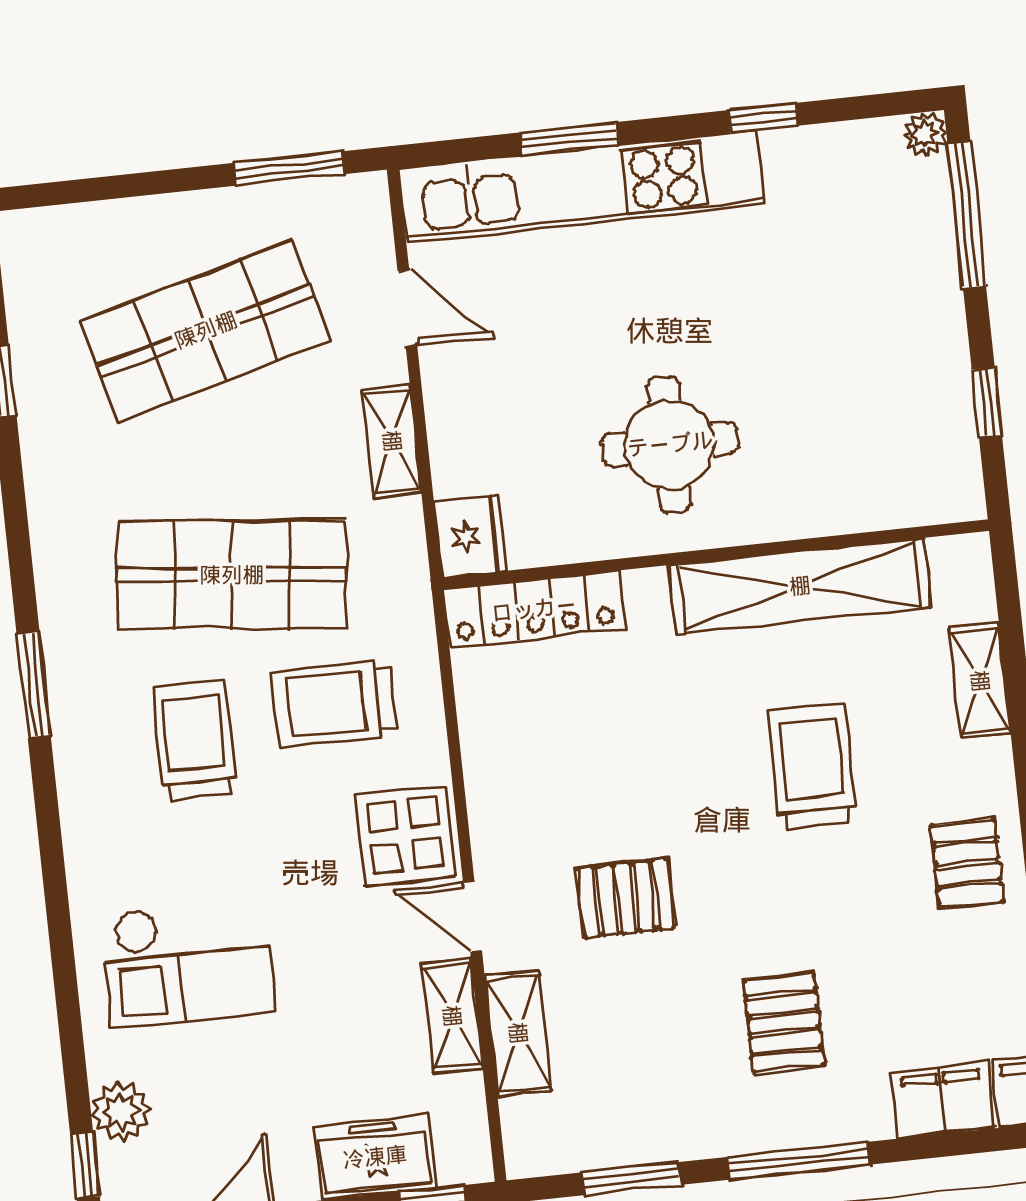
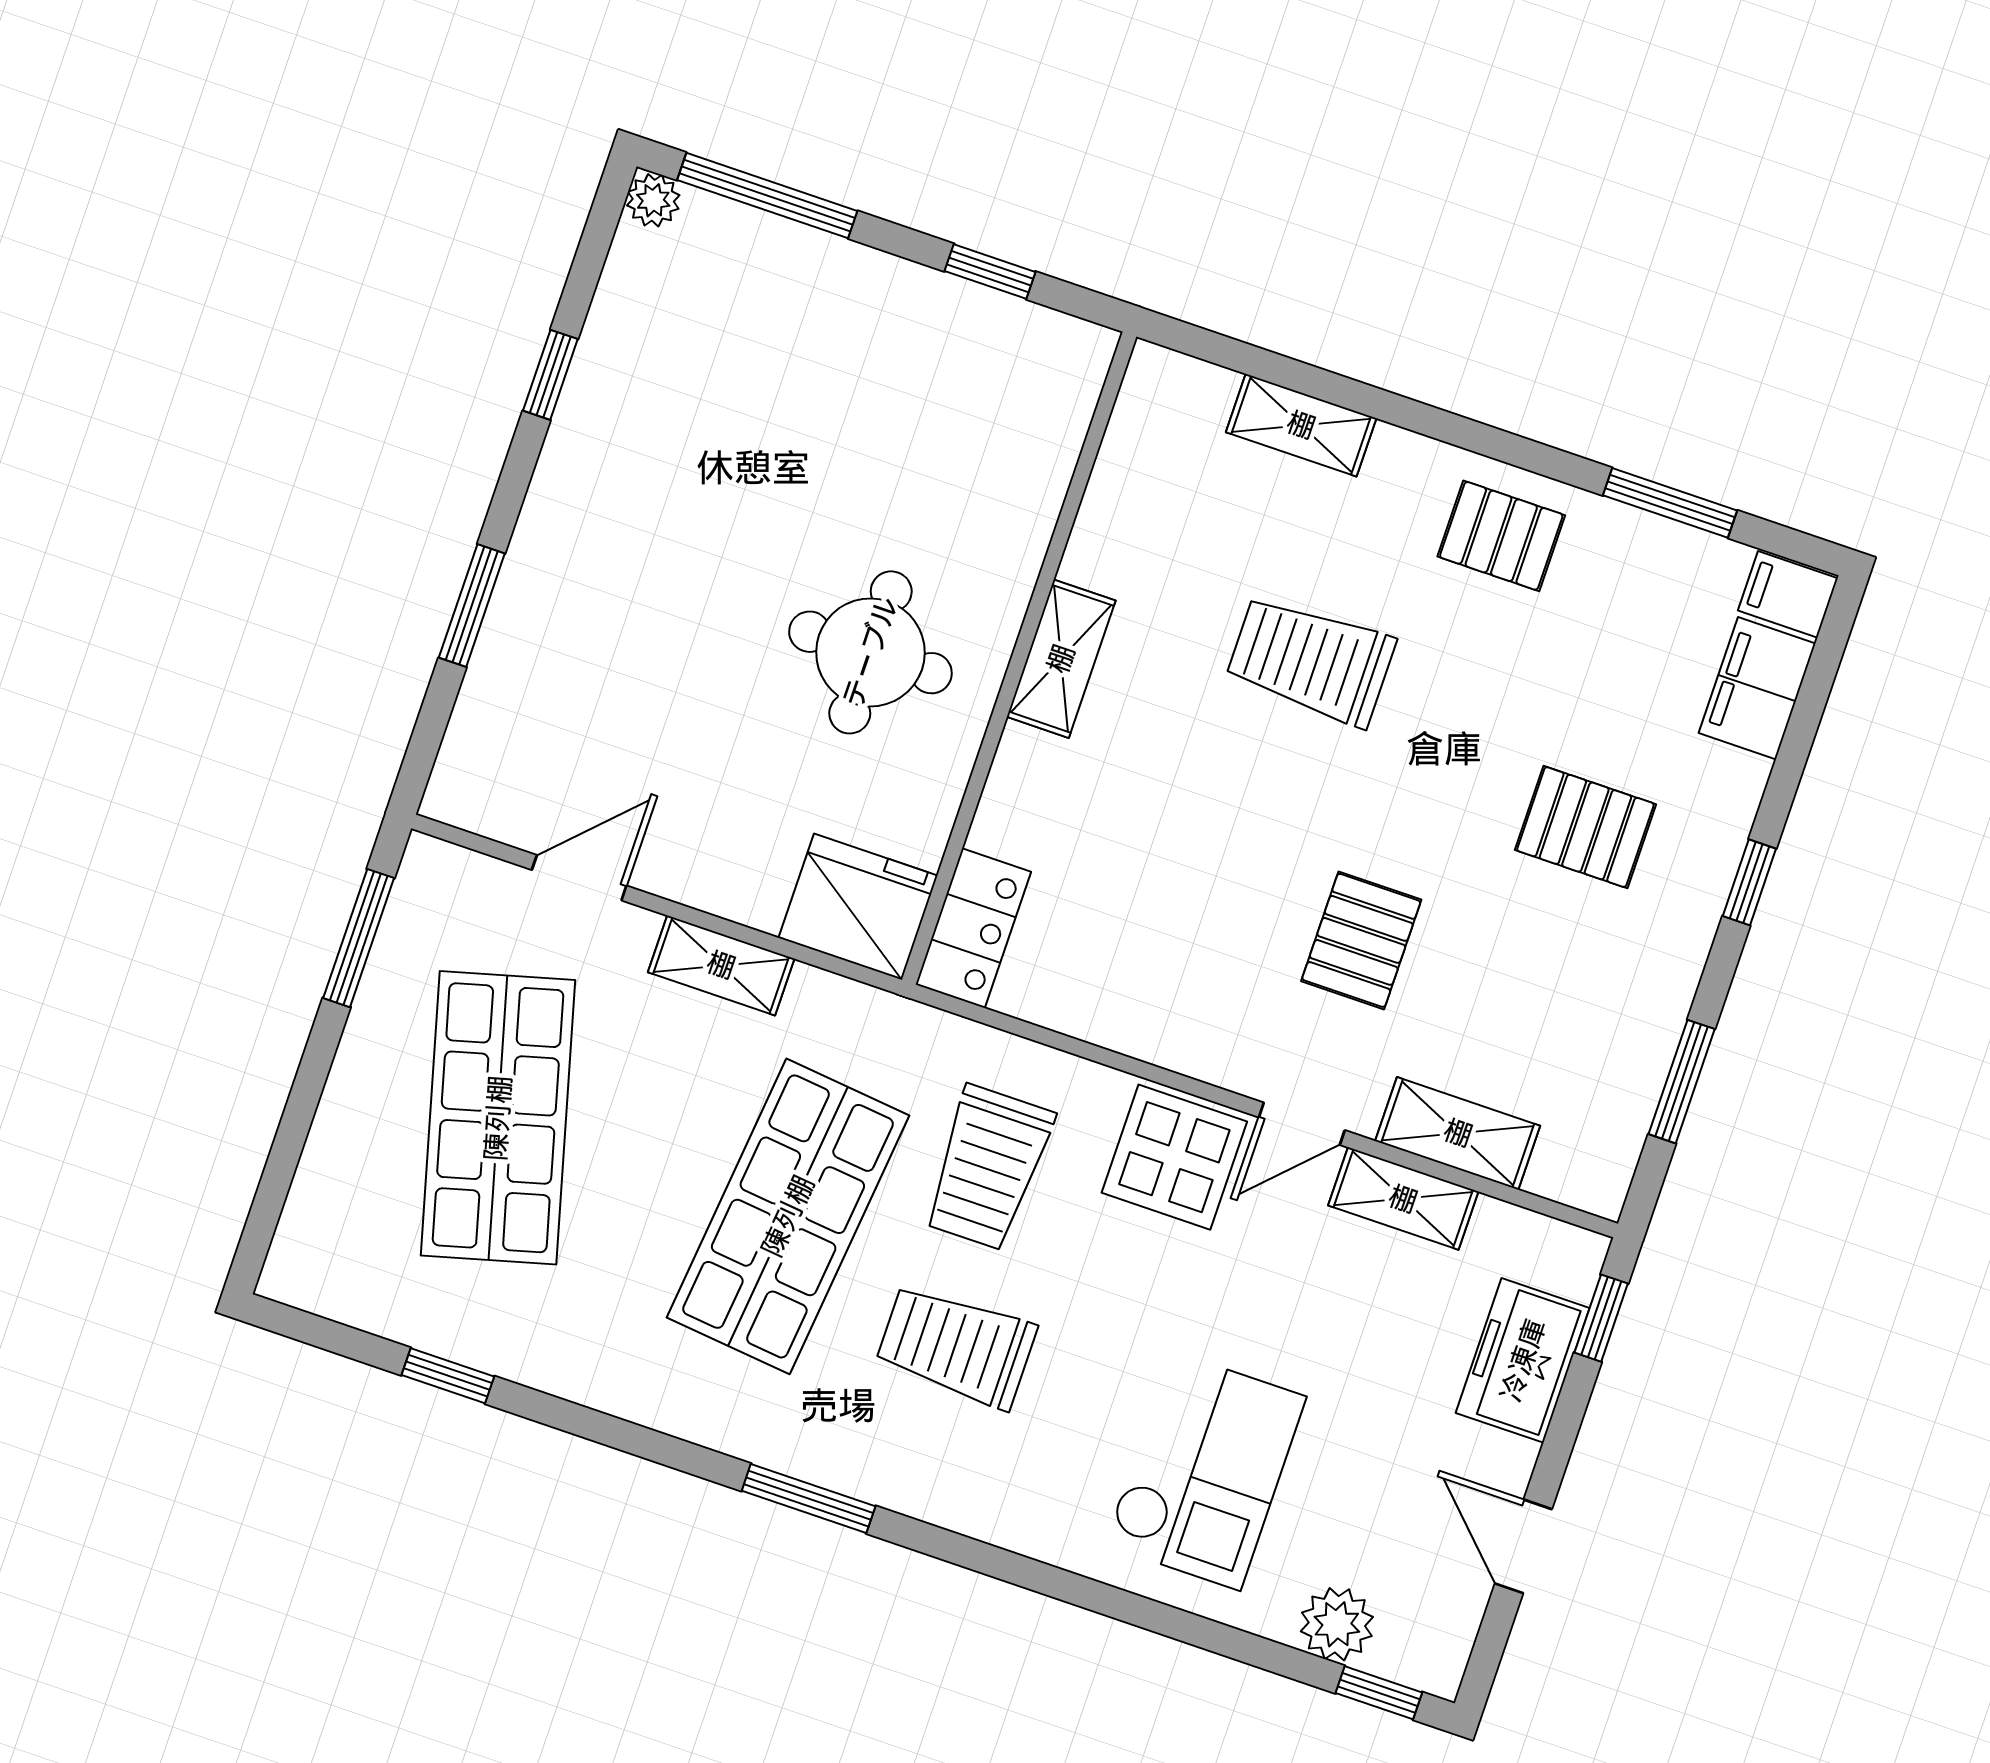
kitchen unit: (581, 186) -> (532, 617), removed
fridge: (471, 536) -> (858, 907), width x1.36, depth x1.34
shelving: (800, 586) -> (1061, 659), width x0.45, depth x0.75
locker: (534, 609) -> (973, 928), width x0.66
window: (799, 1161) -> (1749, 882), width x0.46

